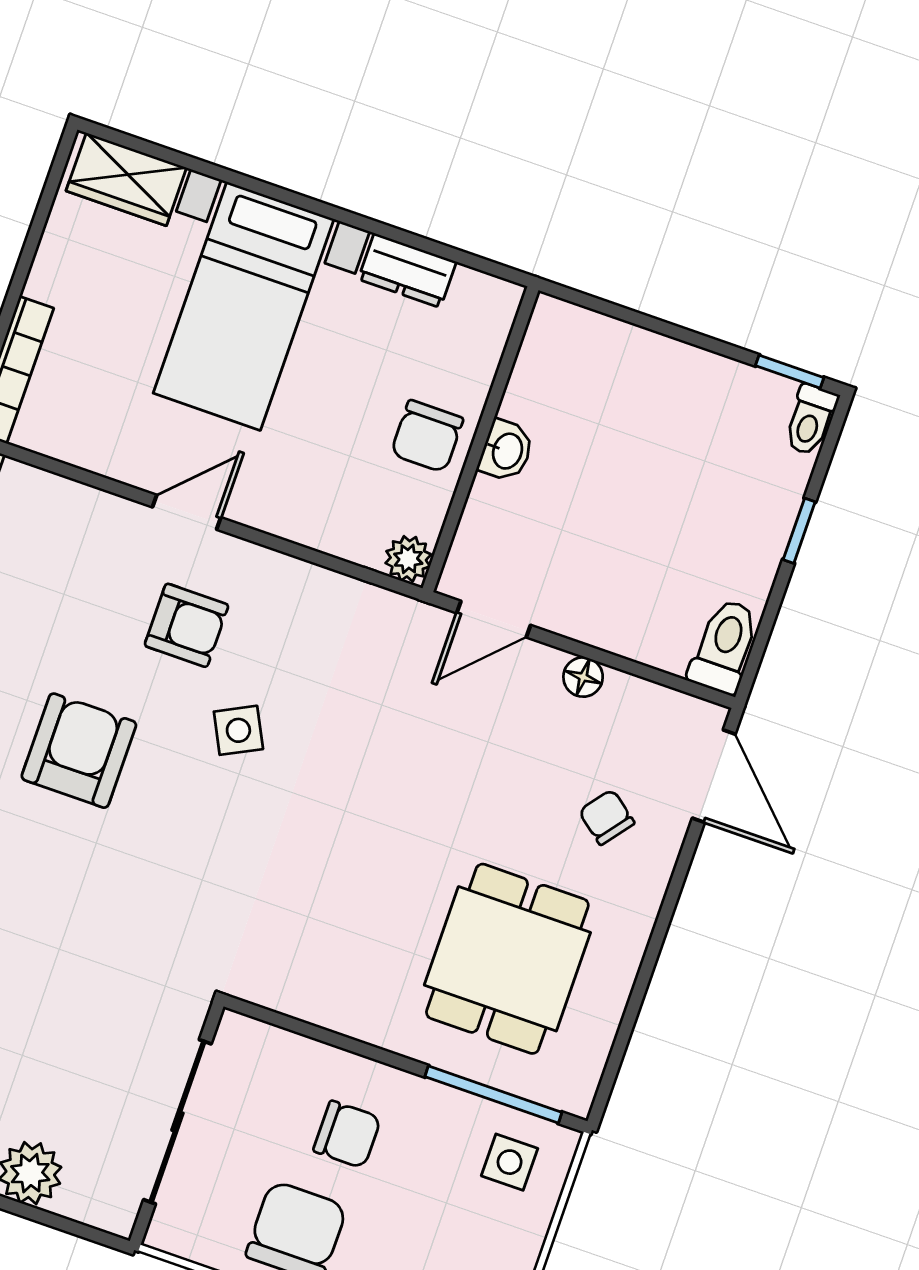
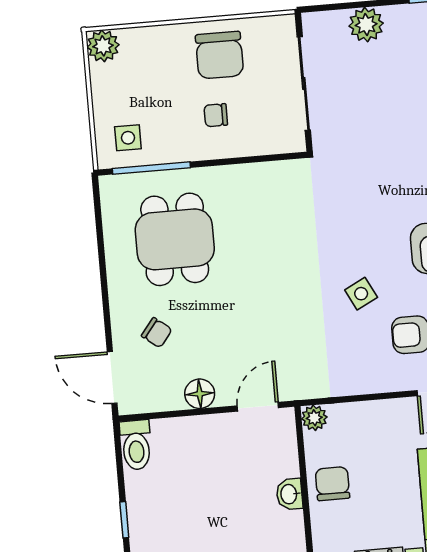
floor lamp: (583, 677) -> (200, 394), width x1.37, depth x1.37
chair: (347, 1134) -> (216, 115), width x0.73, depth x0.73

